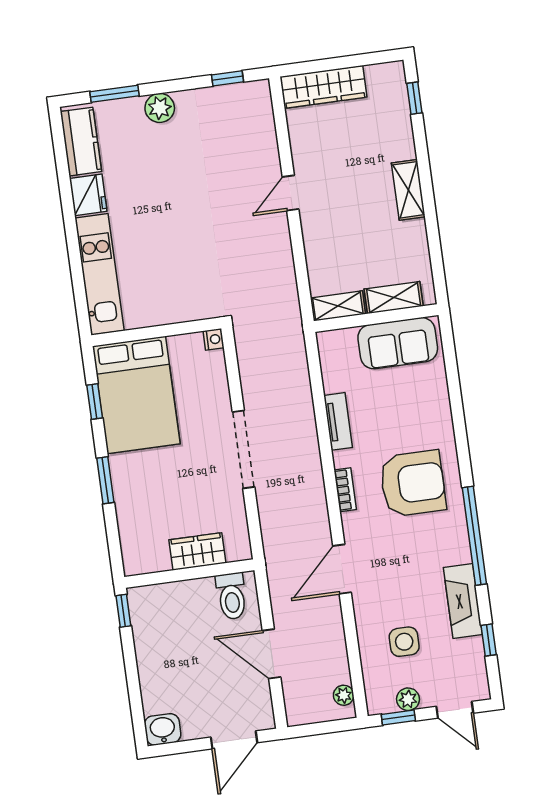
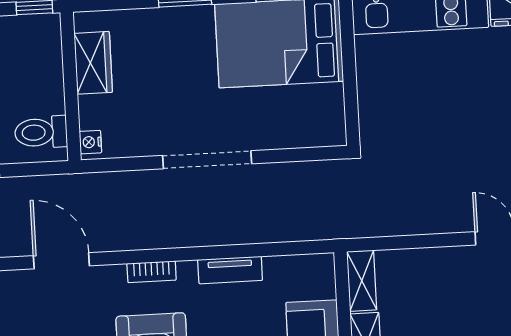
nightstand: (214, 339) -> (90, 142), moved, turned 90
wardrobe: (197, 551) -> (93, 63), moved

